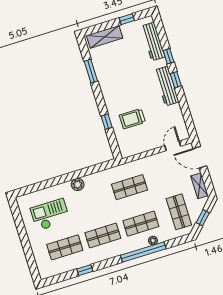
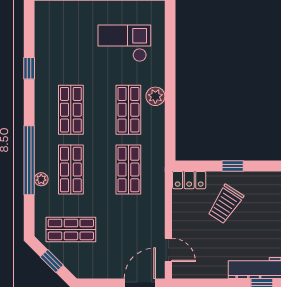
trolley: (132, 119) -> (225, 204), turned -147
locker: (124, 146) -> (189, 180), added
shelving: (199, 186) -> (99, 271), removed
checkout: (50, 215) -> (124, 43), turned -90
shop shelf: (65, 247) -> (128, 110), moved

